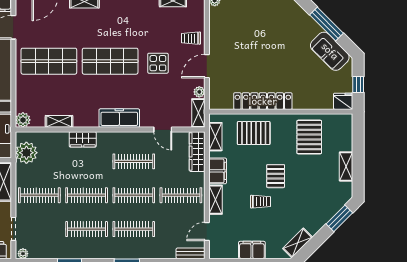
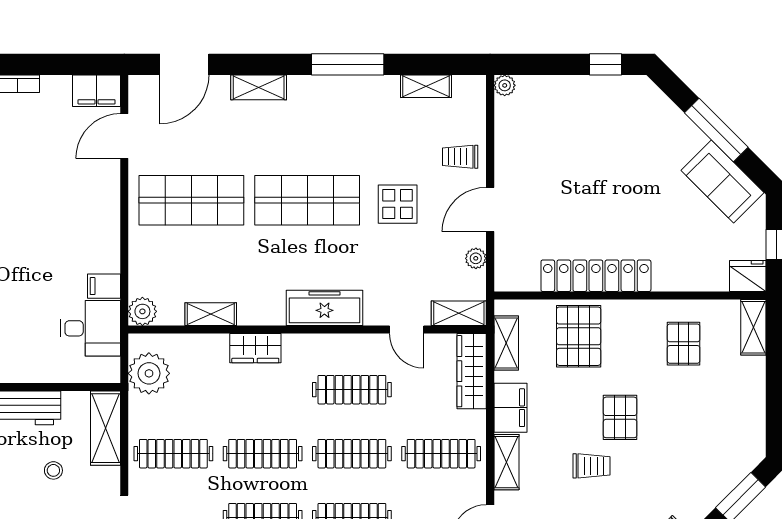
shelving: (198, 113) -> (459, 313), moved, turned 90
pallet: (254, 133) -> (579, 336), turned 90
pallet: (309, 137) -> (684, 344), width x0.67, depth x0.71
shelving: (346, 166) -> (753, 327), moved

